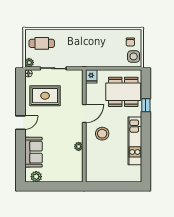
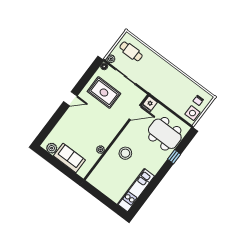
door: (84, 113) -> (135, 112), moved
kitchen unit: (135, 141) -> (136, 190), moved
sofa: (33, 152) -> (69, 158), moved, turned -90

